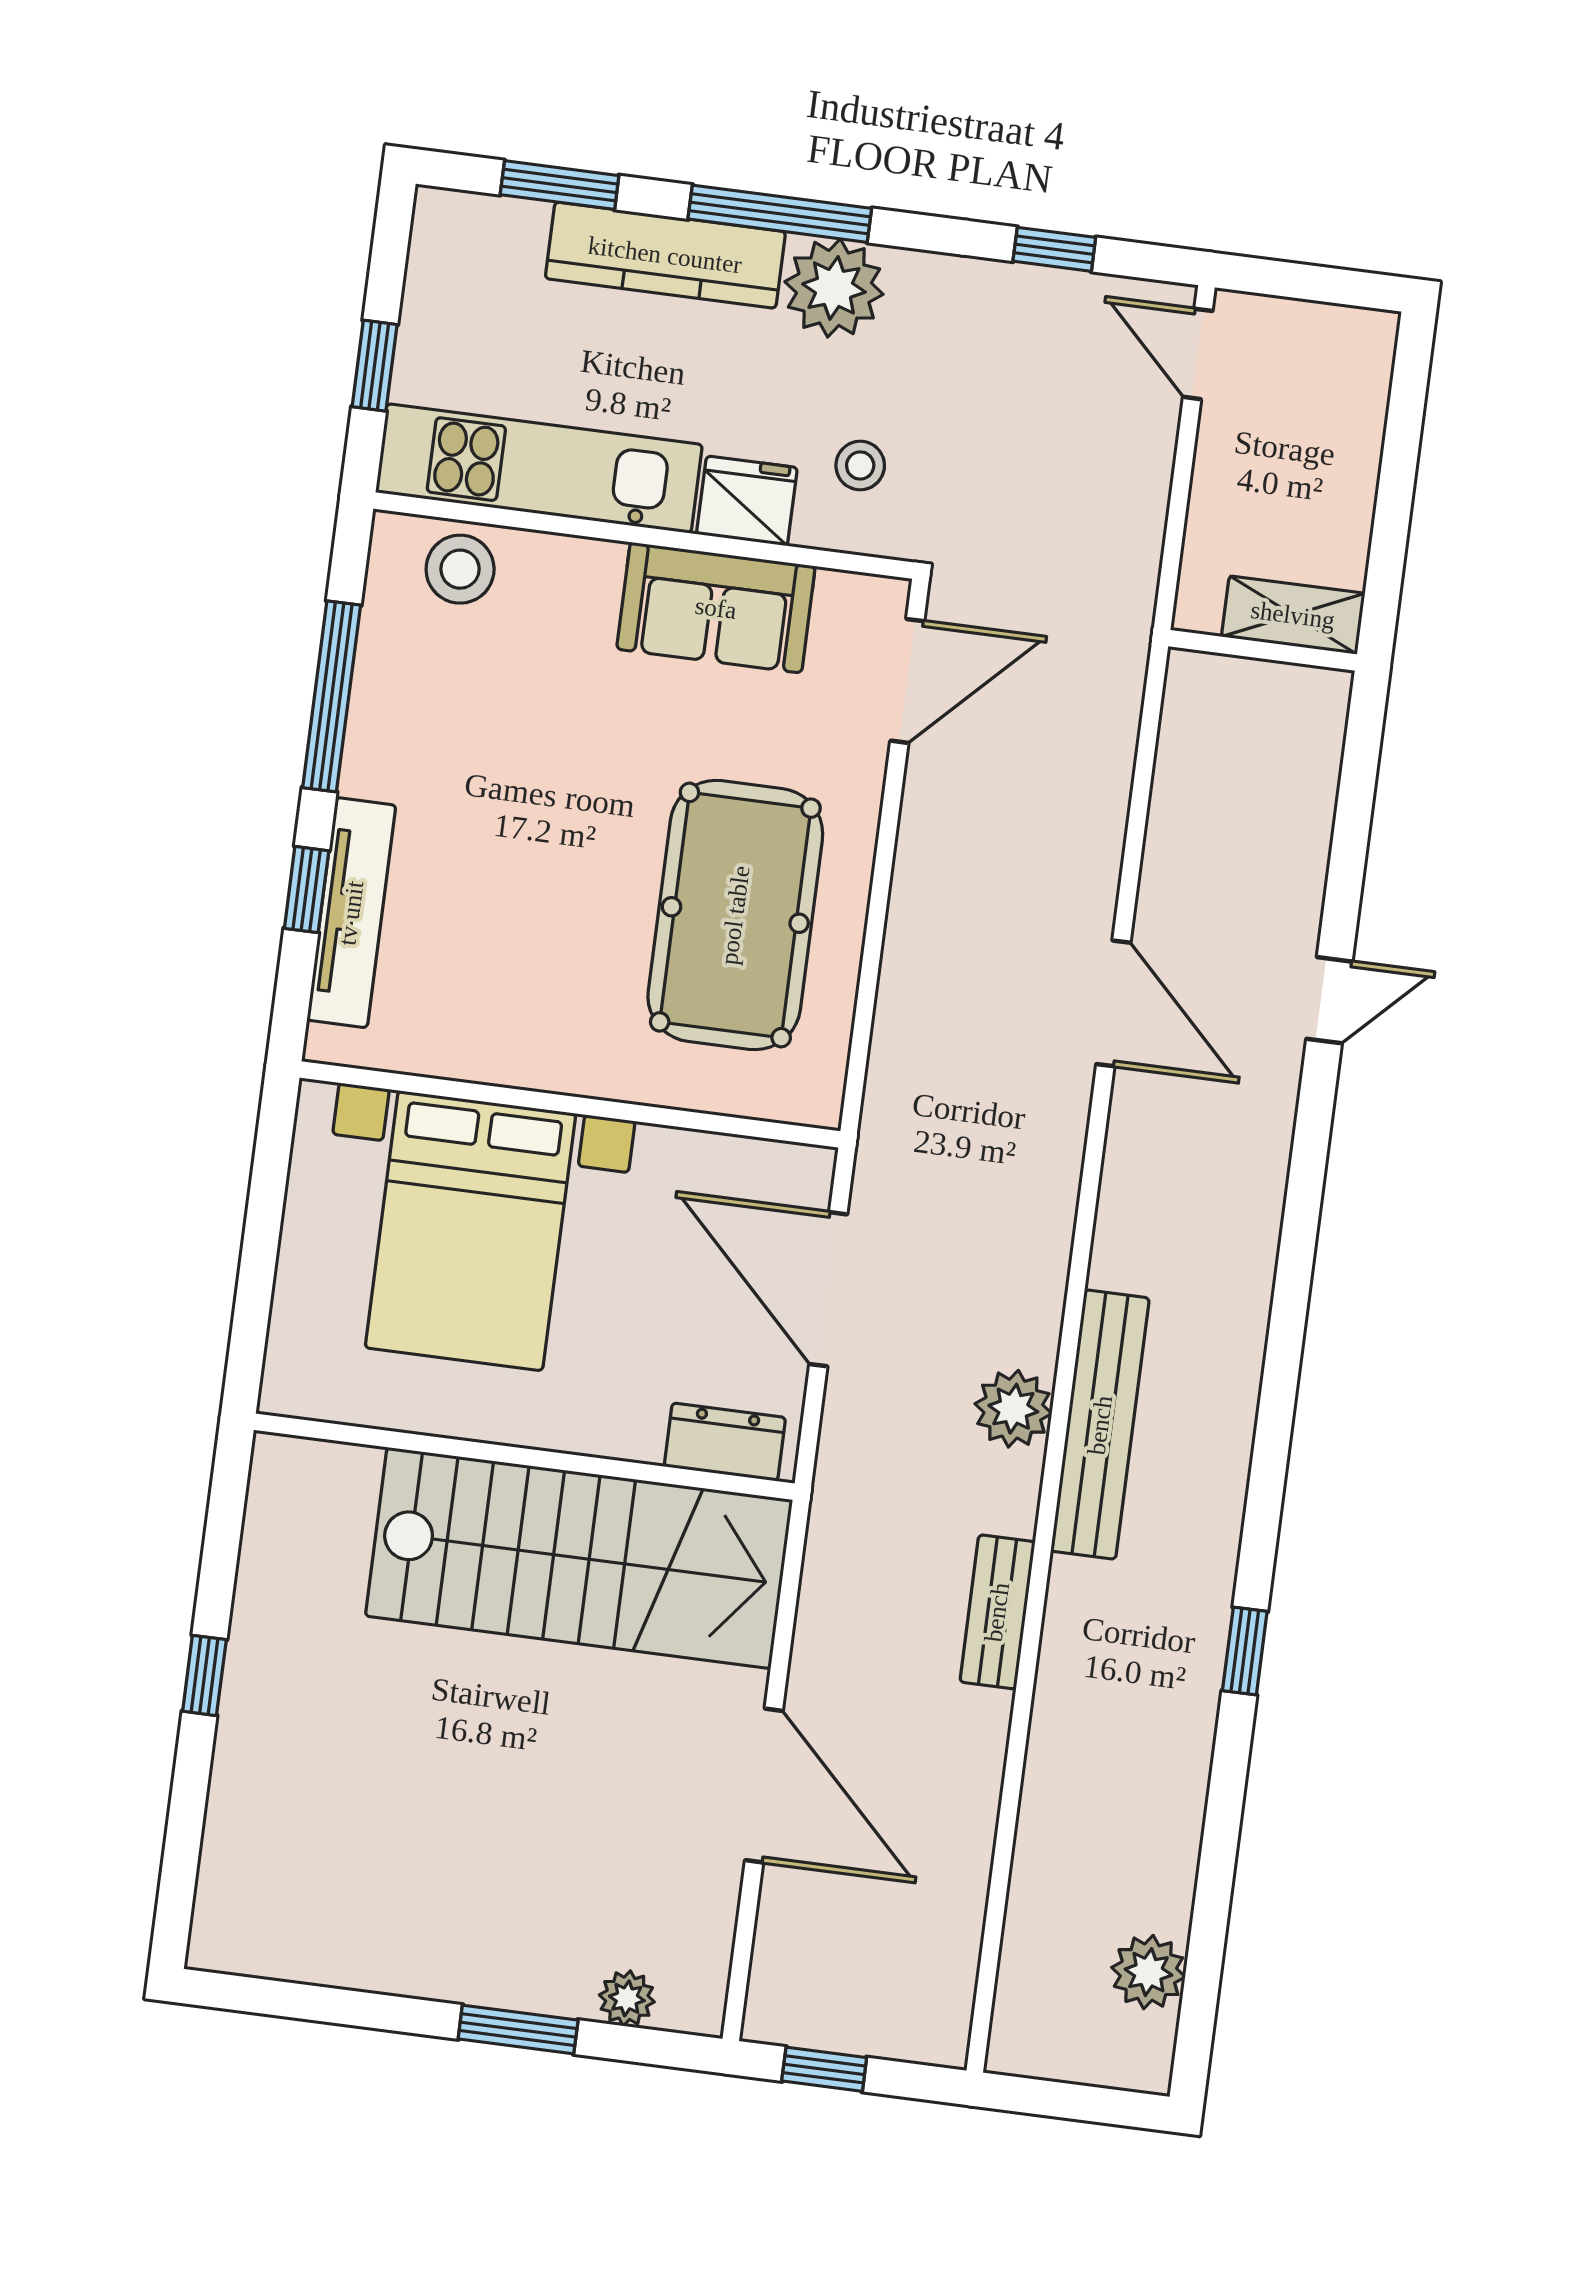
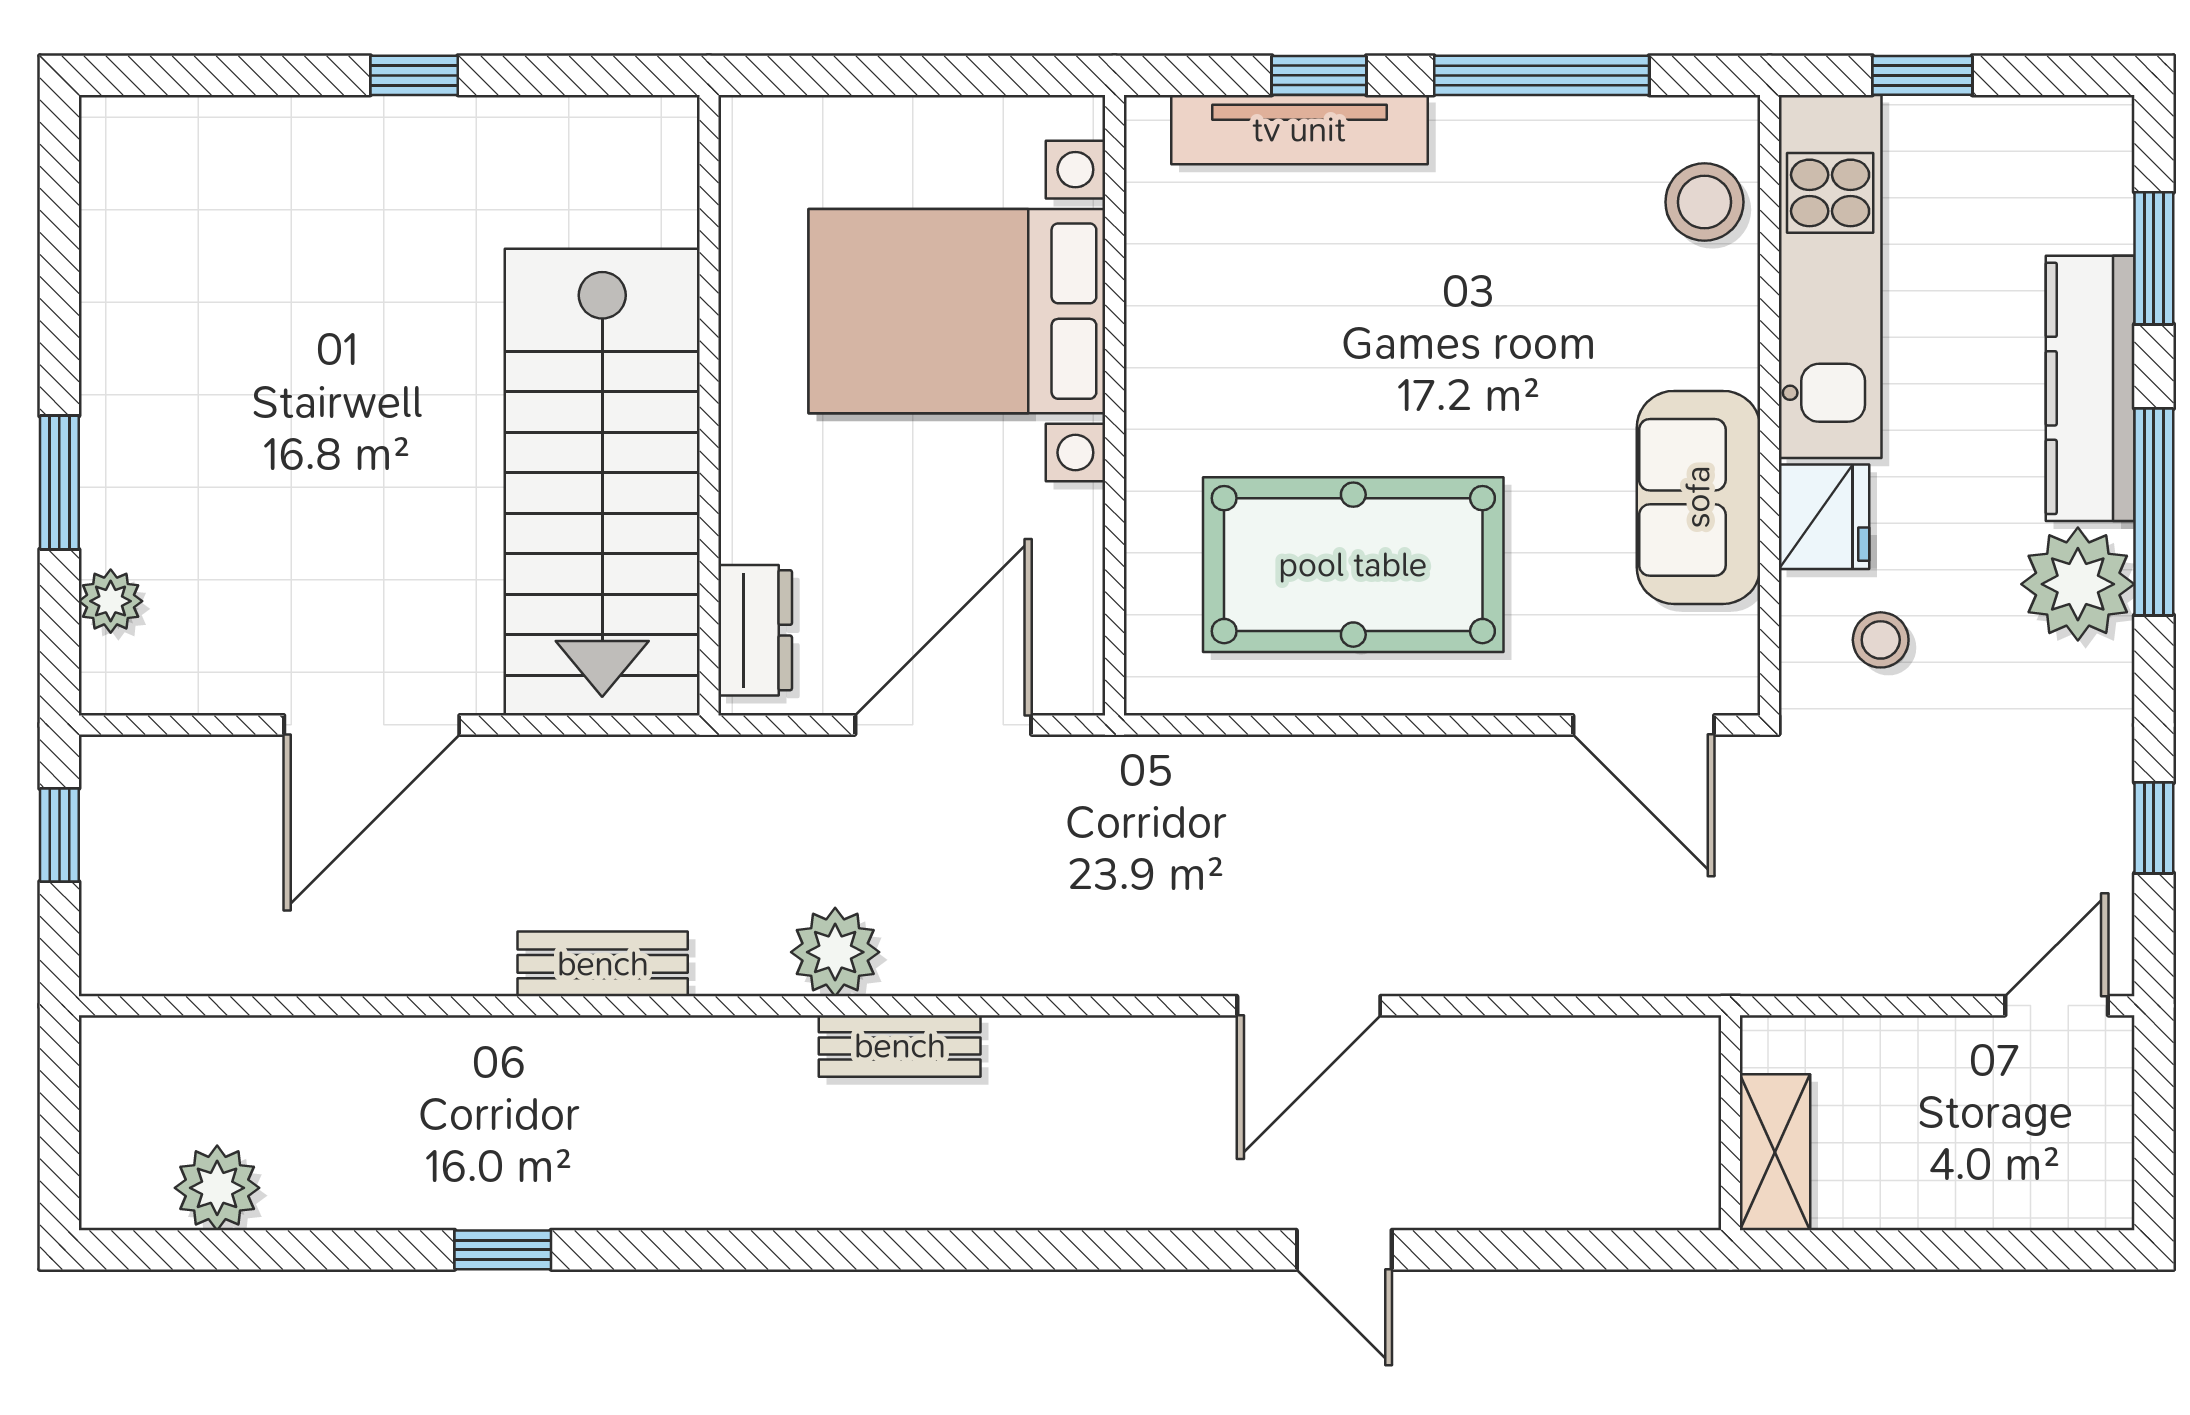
bench: (1100, 1425) -> (900, 1046), width x0.54, depth x0.82
window: (1245, 1651) -> (503, 1250), moved

